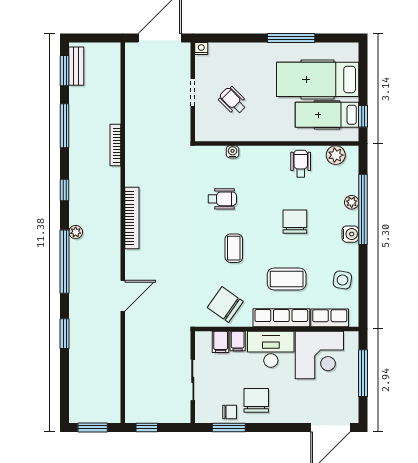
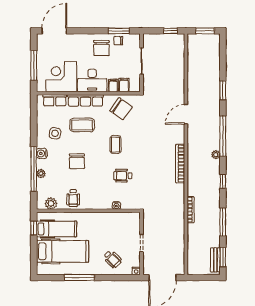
wheelchair: (233, 101) -> (112, 259), moved
side table: (342, 280) -> (55, 133), moved

